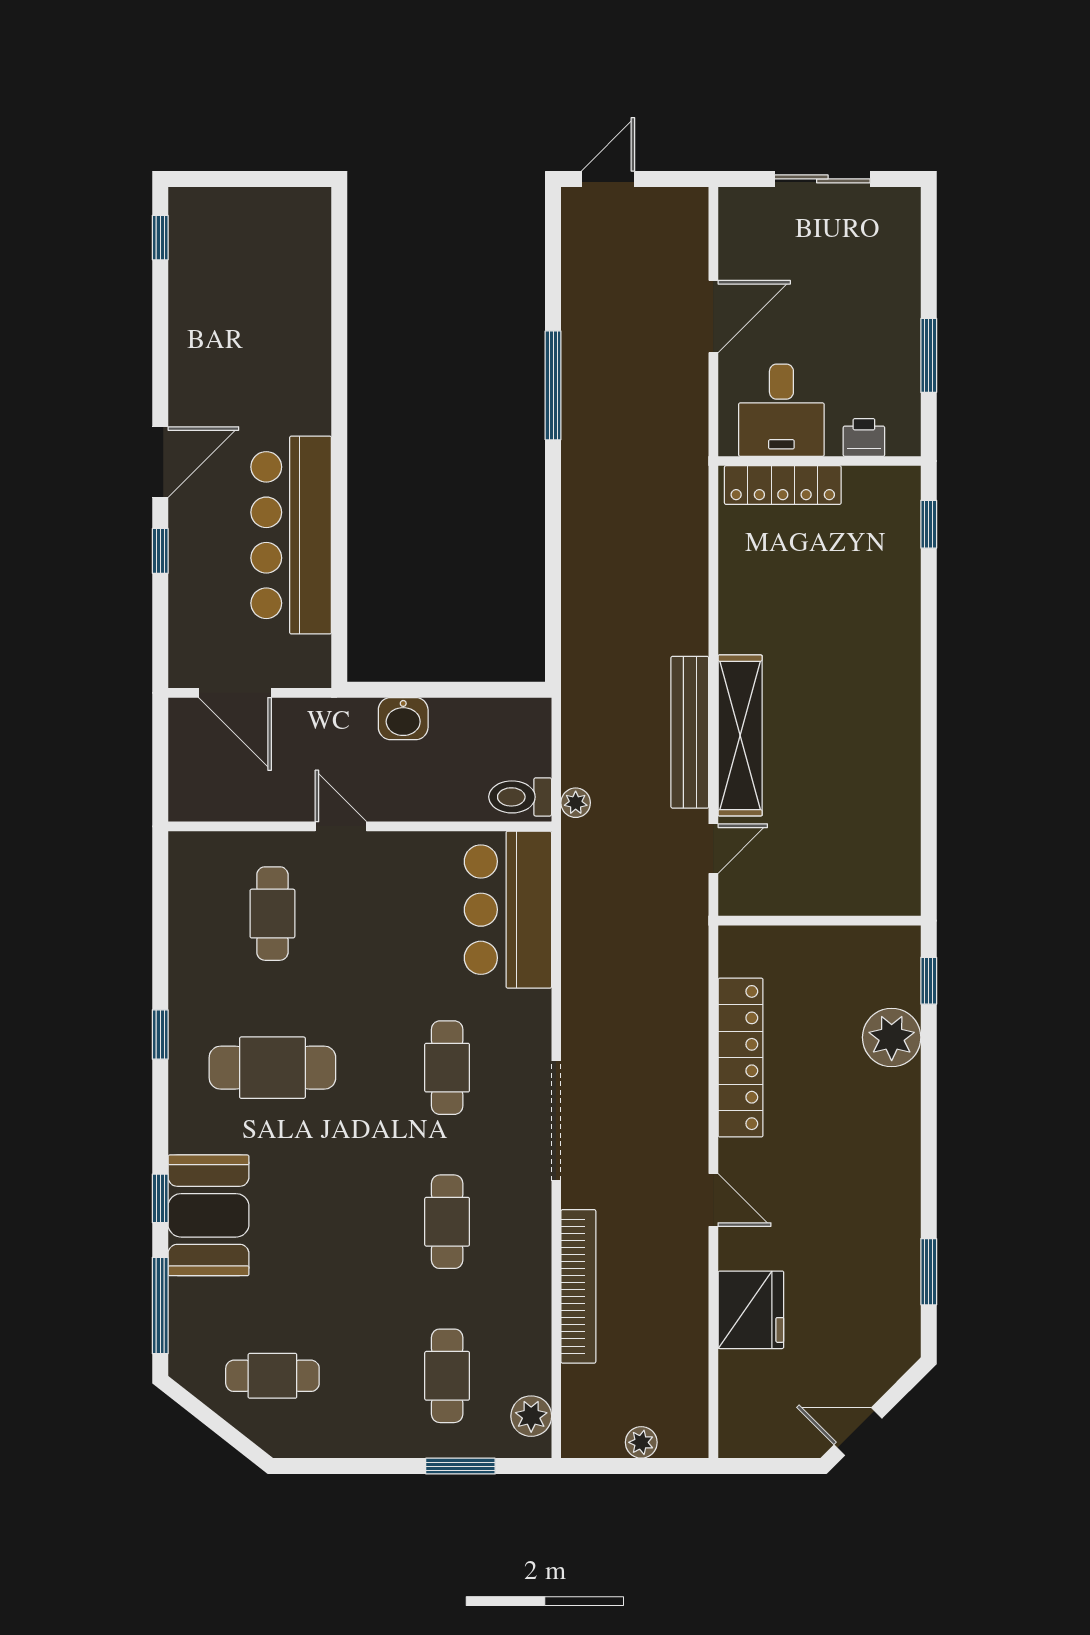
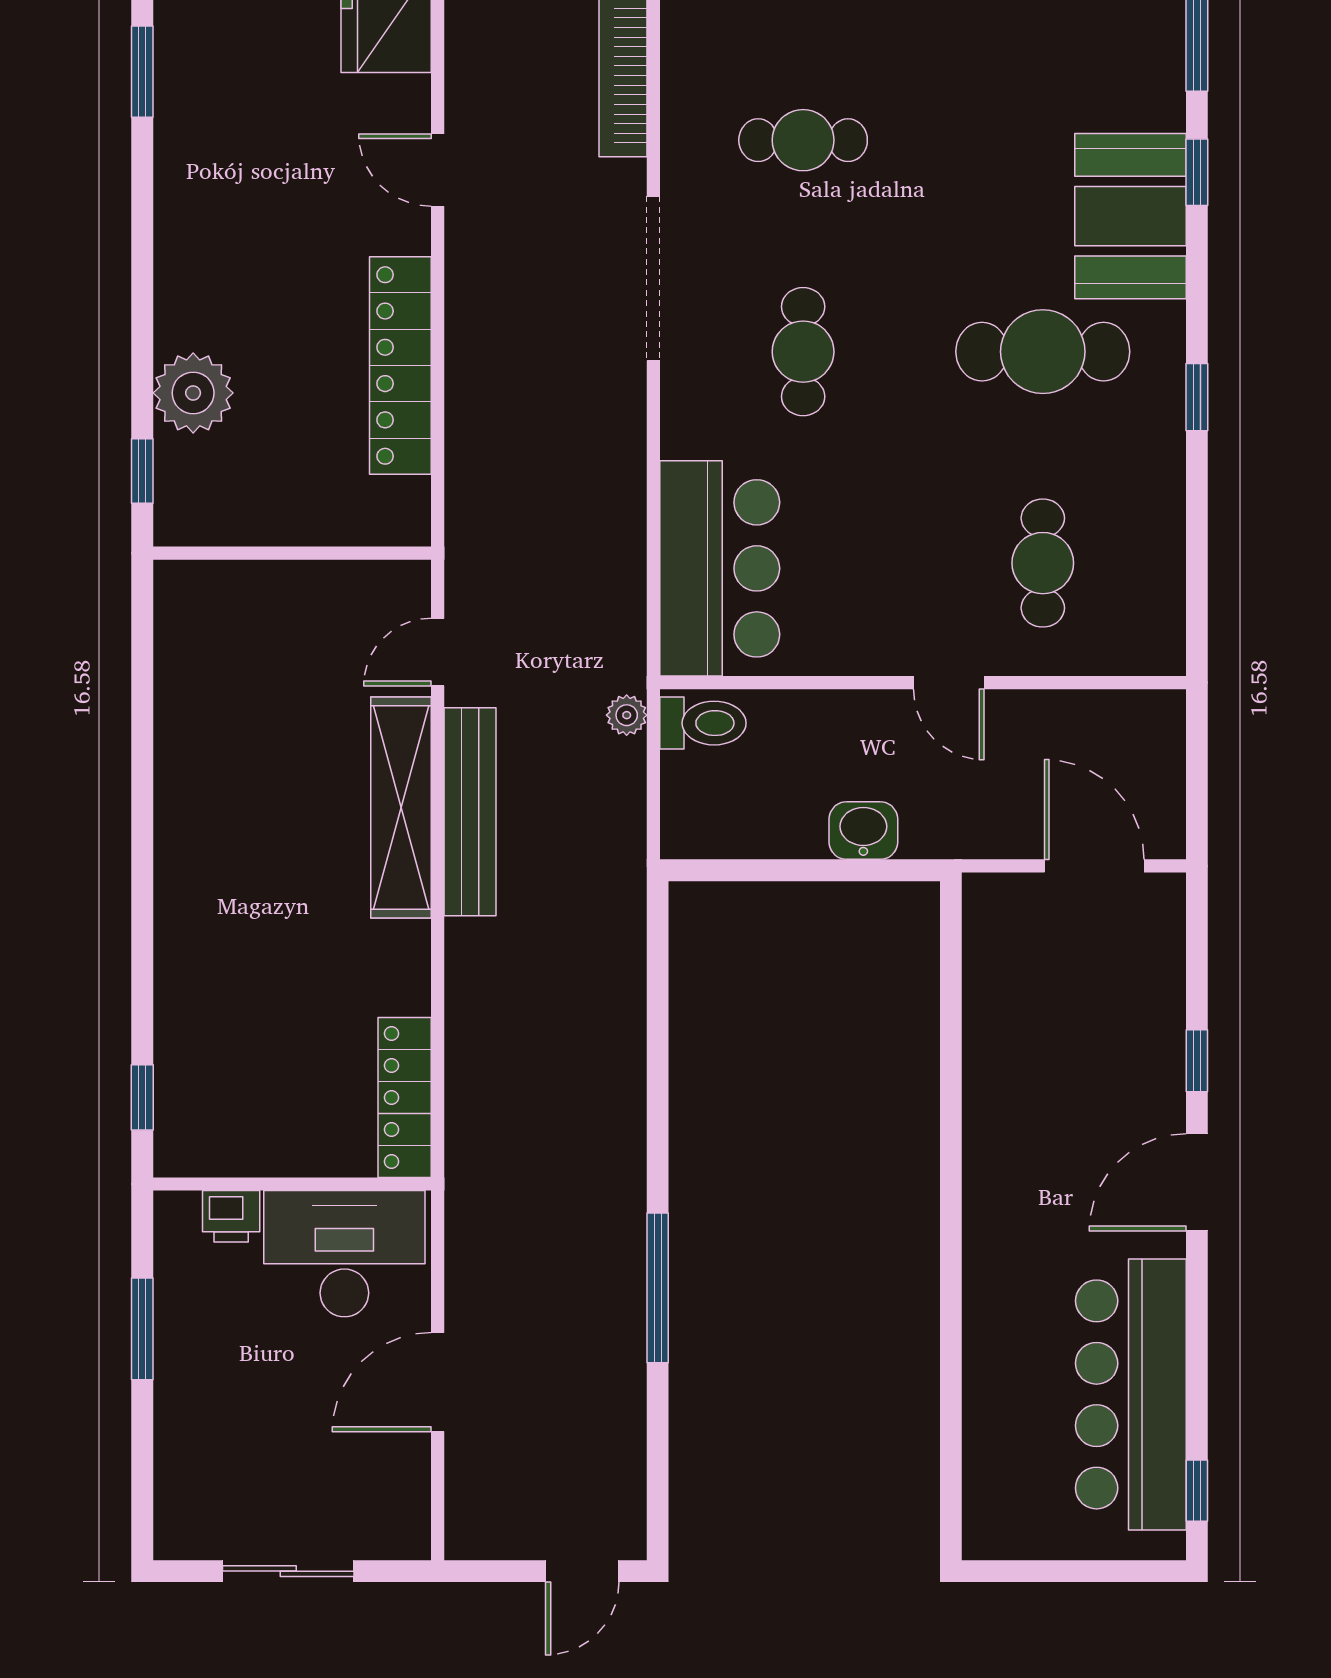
desk: (781, 410) -> (344, 1254), width x1.37
locker: (783, 485) -> (405, 1098), moved, turned -90
bar counter: (291, 535) -> (1131, 1394), moved, turned 180
booth: (208, 1215) -> (1130, 216), moved
cafe table: (447, 1222) -> (803, 140), turned 90

